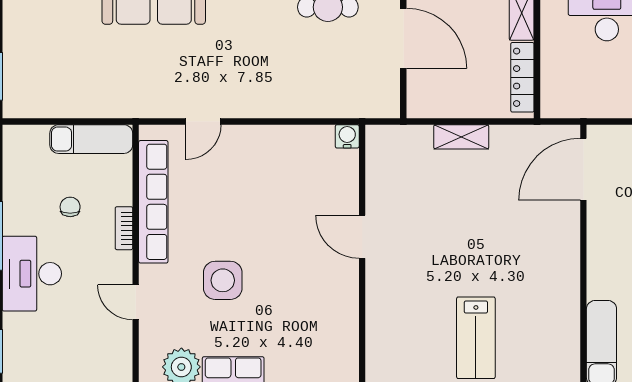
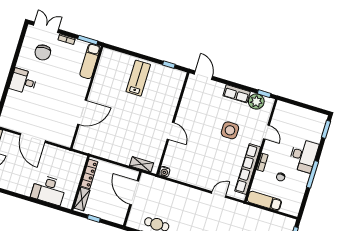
door: (403, 38) -> (134, 193), moved
shelving: (461, 137) -> (142, 164), moved
door: (583, 169) -> (82, 112), moved

